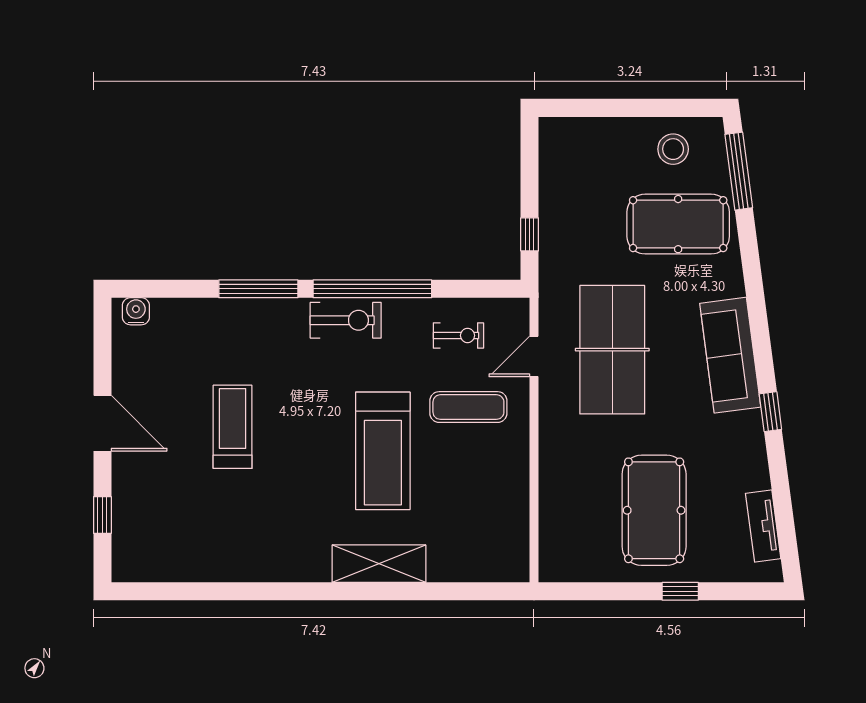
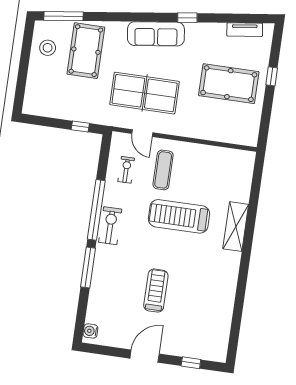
treadmill: (233, 427) -> (156, 291), turned 90
treadmill: (383, 451) -> (179, 216), turned 180

